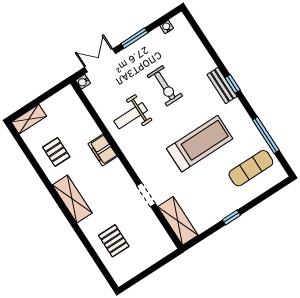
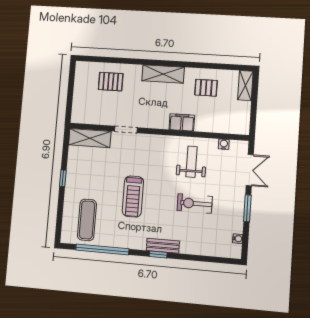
water cooler: (83, 82) -> (224, 144), moved
window: (266, 135) -> (102, 249), width x1.46
treadmill: (200, 144) -> (133, 196), width x0.73, depth x0.73

